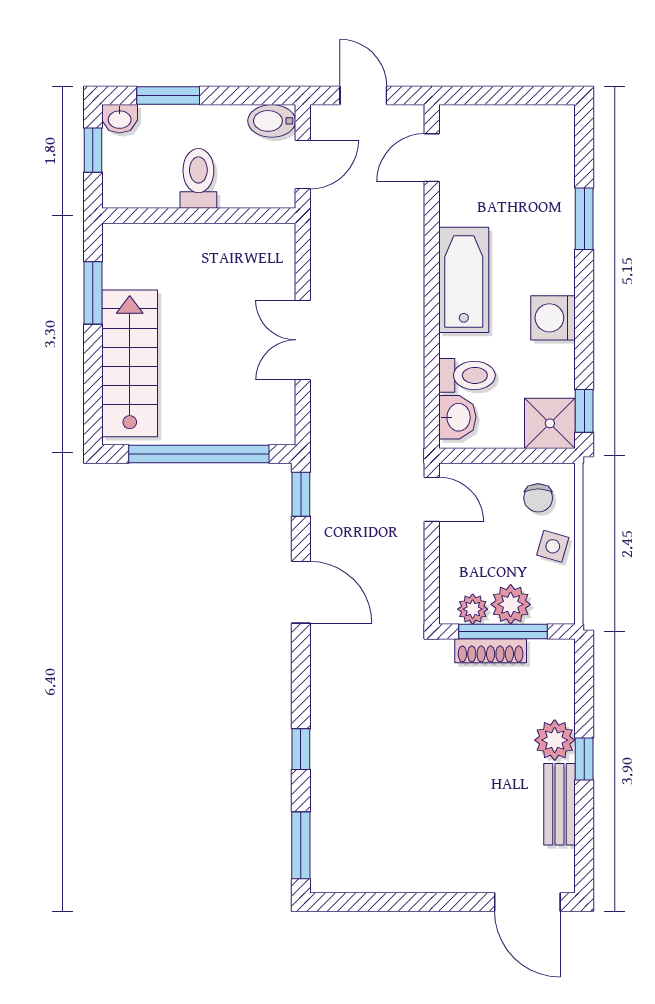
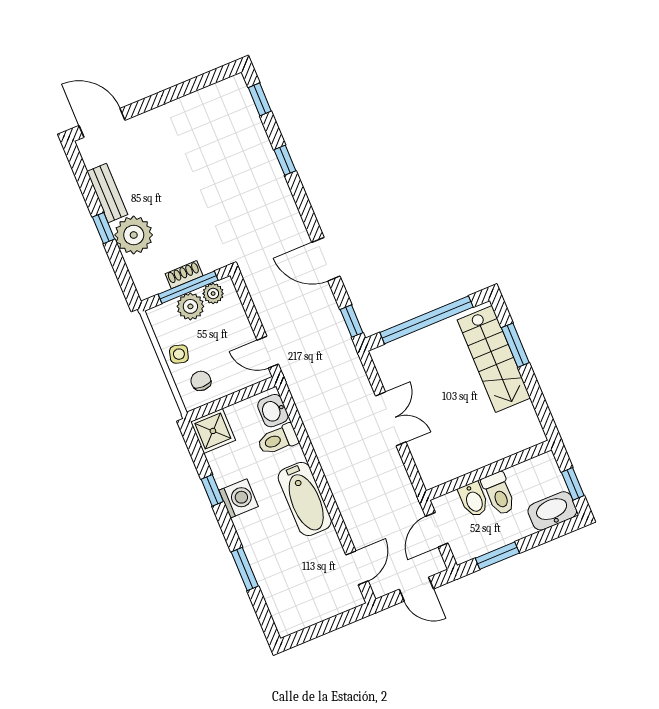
window: (168, 96) -> (497, 556), moved
washbasin: (120, 119) -> (552, 511), width x1.91, depth x1.45
bidet: (272, 121) -> (474, 500), moved, turned 90
window: (93, 293) -> (515, 345), moved
window: (584, 411) -> (212, 490), moved
shoe rack: (491, 651) -> (184, 275), width x0.70
plant: (555, 740) -> (134, 235), width x1.36, depth x1.36
window: (301, 845) -> (260, 99), width x0.67

